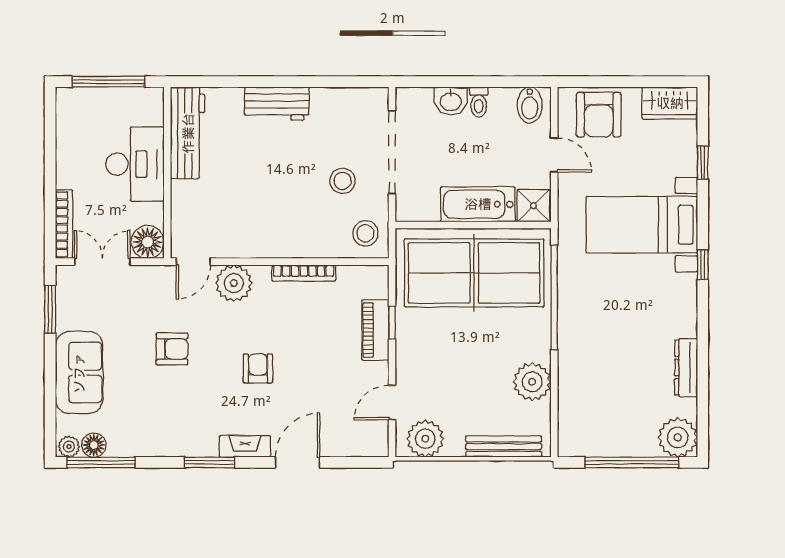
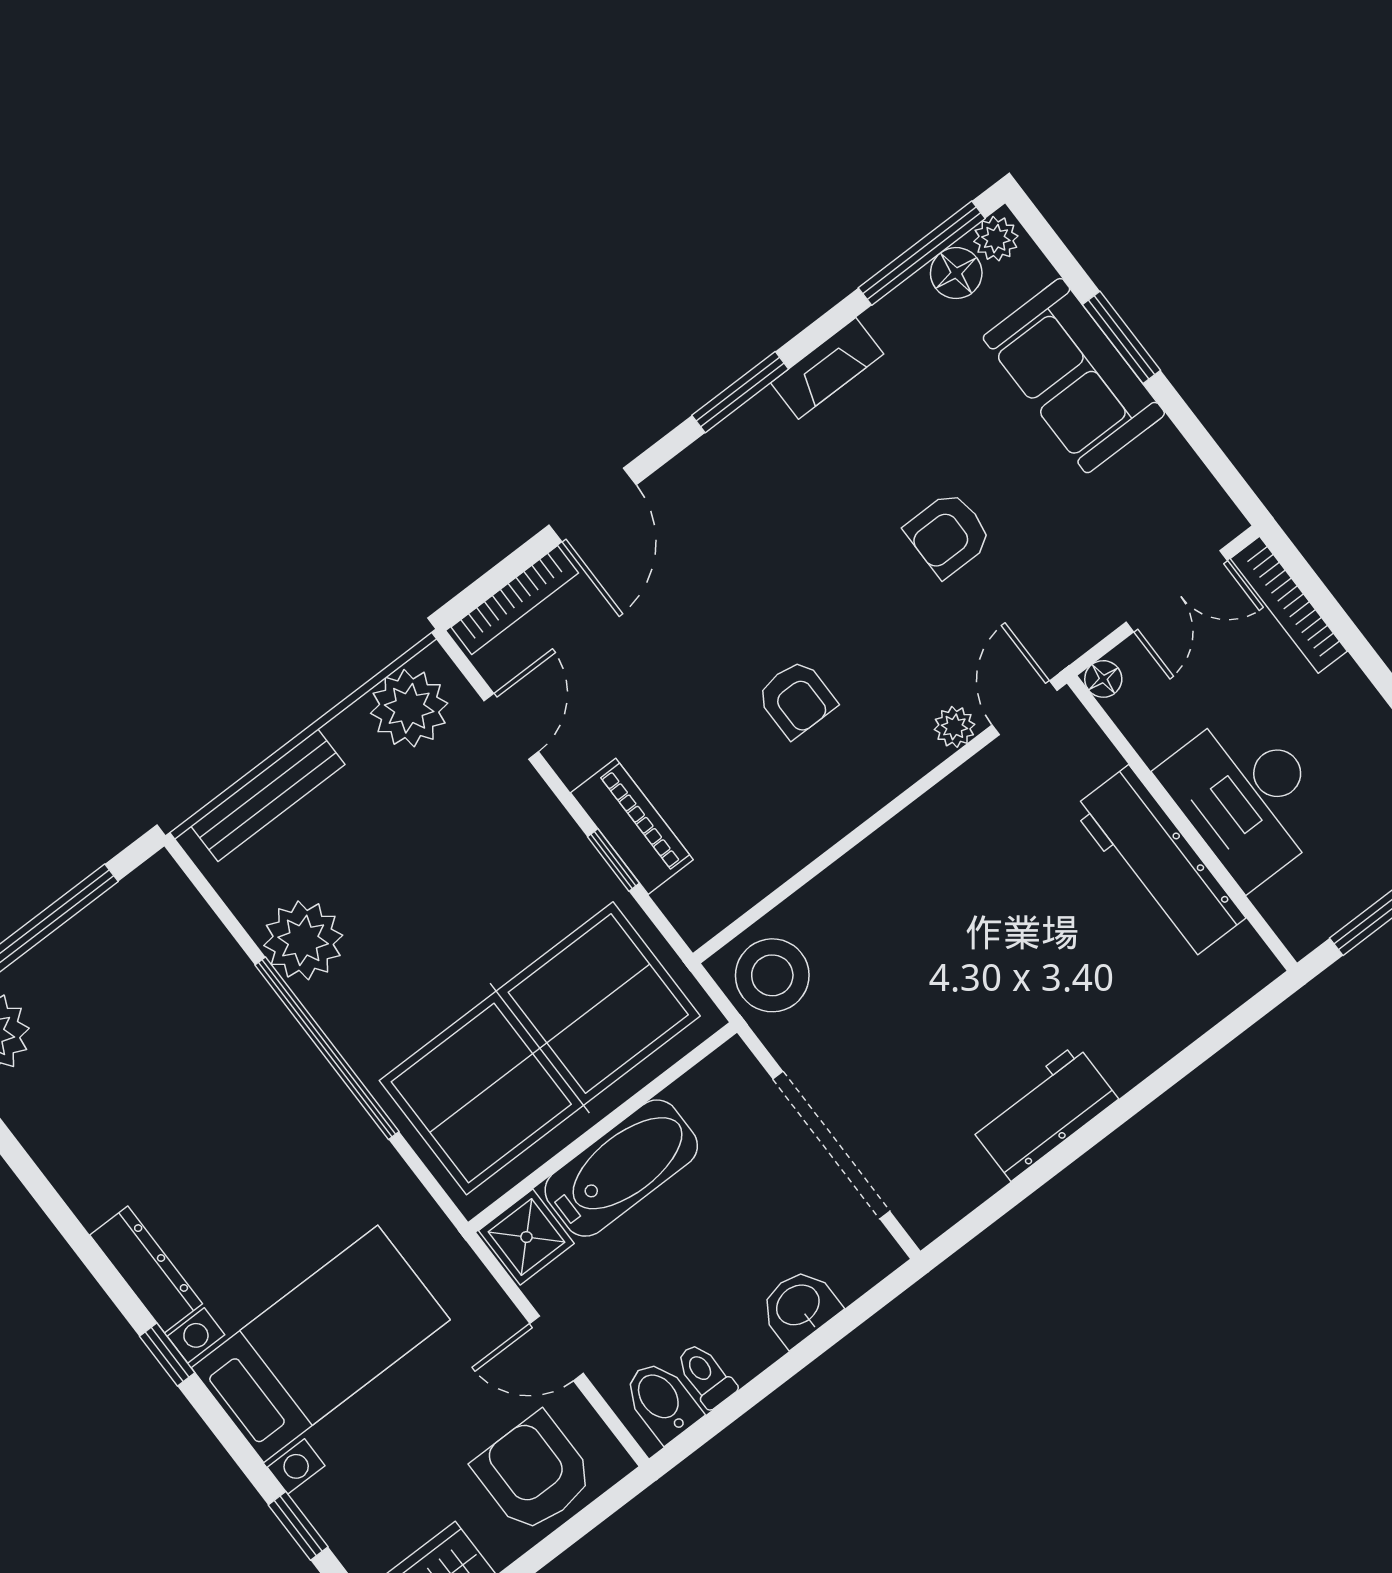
toilet: (479, 102) -> (705, 1375), moved
workbench: (277, 104) -> (1044, 1112), moved
workbench: (188, 133) -> (1159, 863), moved
stool: (343, 181) -> (878, 1034), removed
stool: (365, 233) -> (772, 975), width x1.38, depth x1.38
floor lamp: (148, 242) -> (1103, 679), width x0.53, depth x0.53
bookcase: (304, 273) -> (515, 600), moved, turned 180
plant: (234, 283) -> (954, 727), width x0.53, depth x0.53
window: (554, 298) -> (327, 1048), moved
window: (50, 309) -> (1121, 337), moved
armchair: (258, 368) -> (796, 699), moved
dresser: (686, 368) -> (146, 1269), moved
fireplace: (245, 446) -> (827, 368), moved

